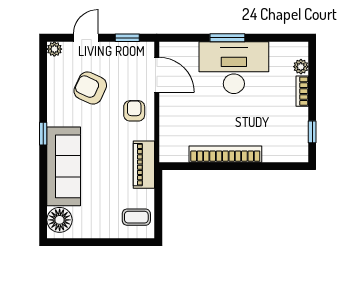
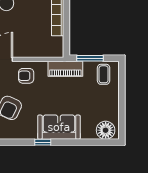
sofa: (64, 166) -> (59, 127), width x0.73
window: (158, 199) -> (90, 58), added

